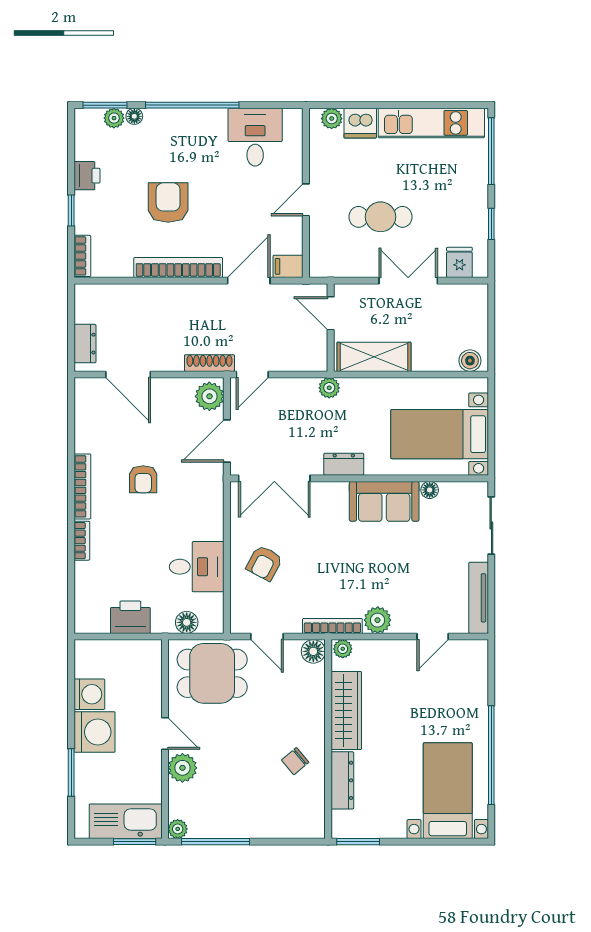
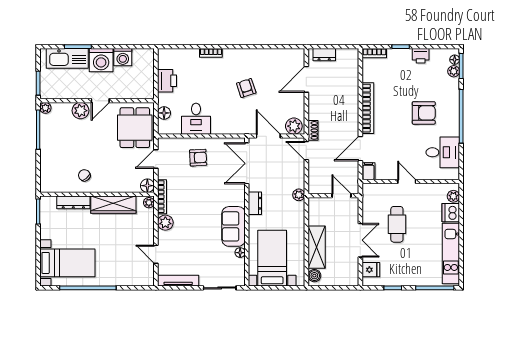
floor lamp: (134, 116) -> (455, 60), moved
armchair: (168, 202) -> (424, 113), moved
door: (249, 281) -> (360, 149), swing flipped
door: (331, 313) -> (342, 196), hinge flipped
shelving: (374, 357) -> (317, 247), moved
shoe rack: (210, 363) -> (313, 130), width x0.70
armchair: (143, 479) -> (246, 88), turned 72
bookcase: (82, 486) -> (242, 53), removed
armchair: (264, 563) -> (198, 158), turned 149
kitchen sink: (126, 821) -> (67, 58), moved, turned 90

